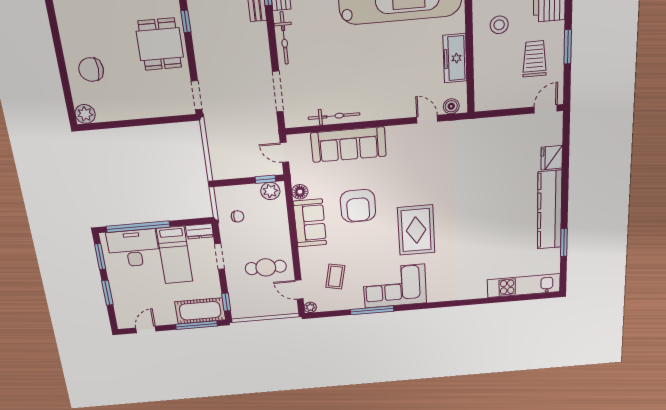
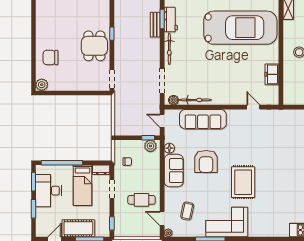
freezer: (455, 58) -> (272, 74), width x0.71
boiler: (451, 106) -> (174, 100), moved
desk: (133, 248) -> (48, 191), moved, turned -90
cot: (200, 311) -> (78, 228), moved

